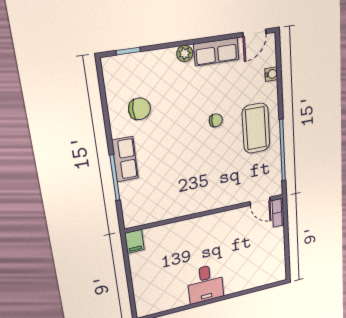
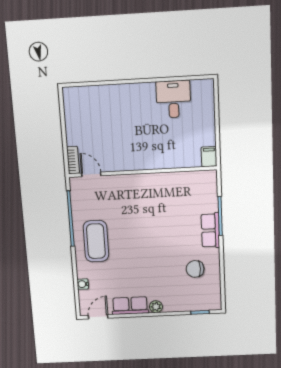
chair: (216, 120) -> (132, 252), removed
desk: (205, 284) -> (173, 99), moved

